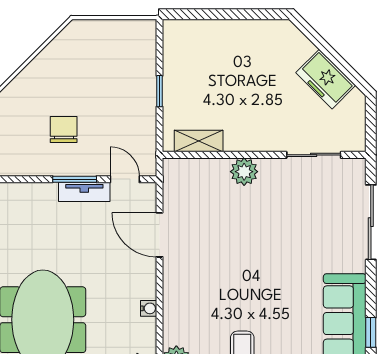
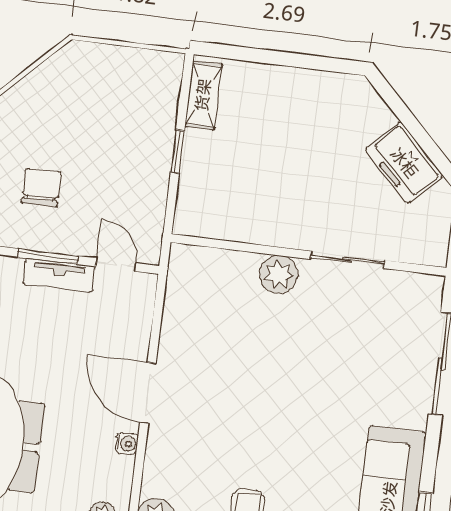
shelving: (199, 141) -> (203, 95), moved, turned 90
sliding door: (314, 155) -> (347, 260), moved
door: (160, 235) -> (148, 393), moved

